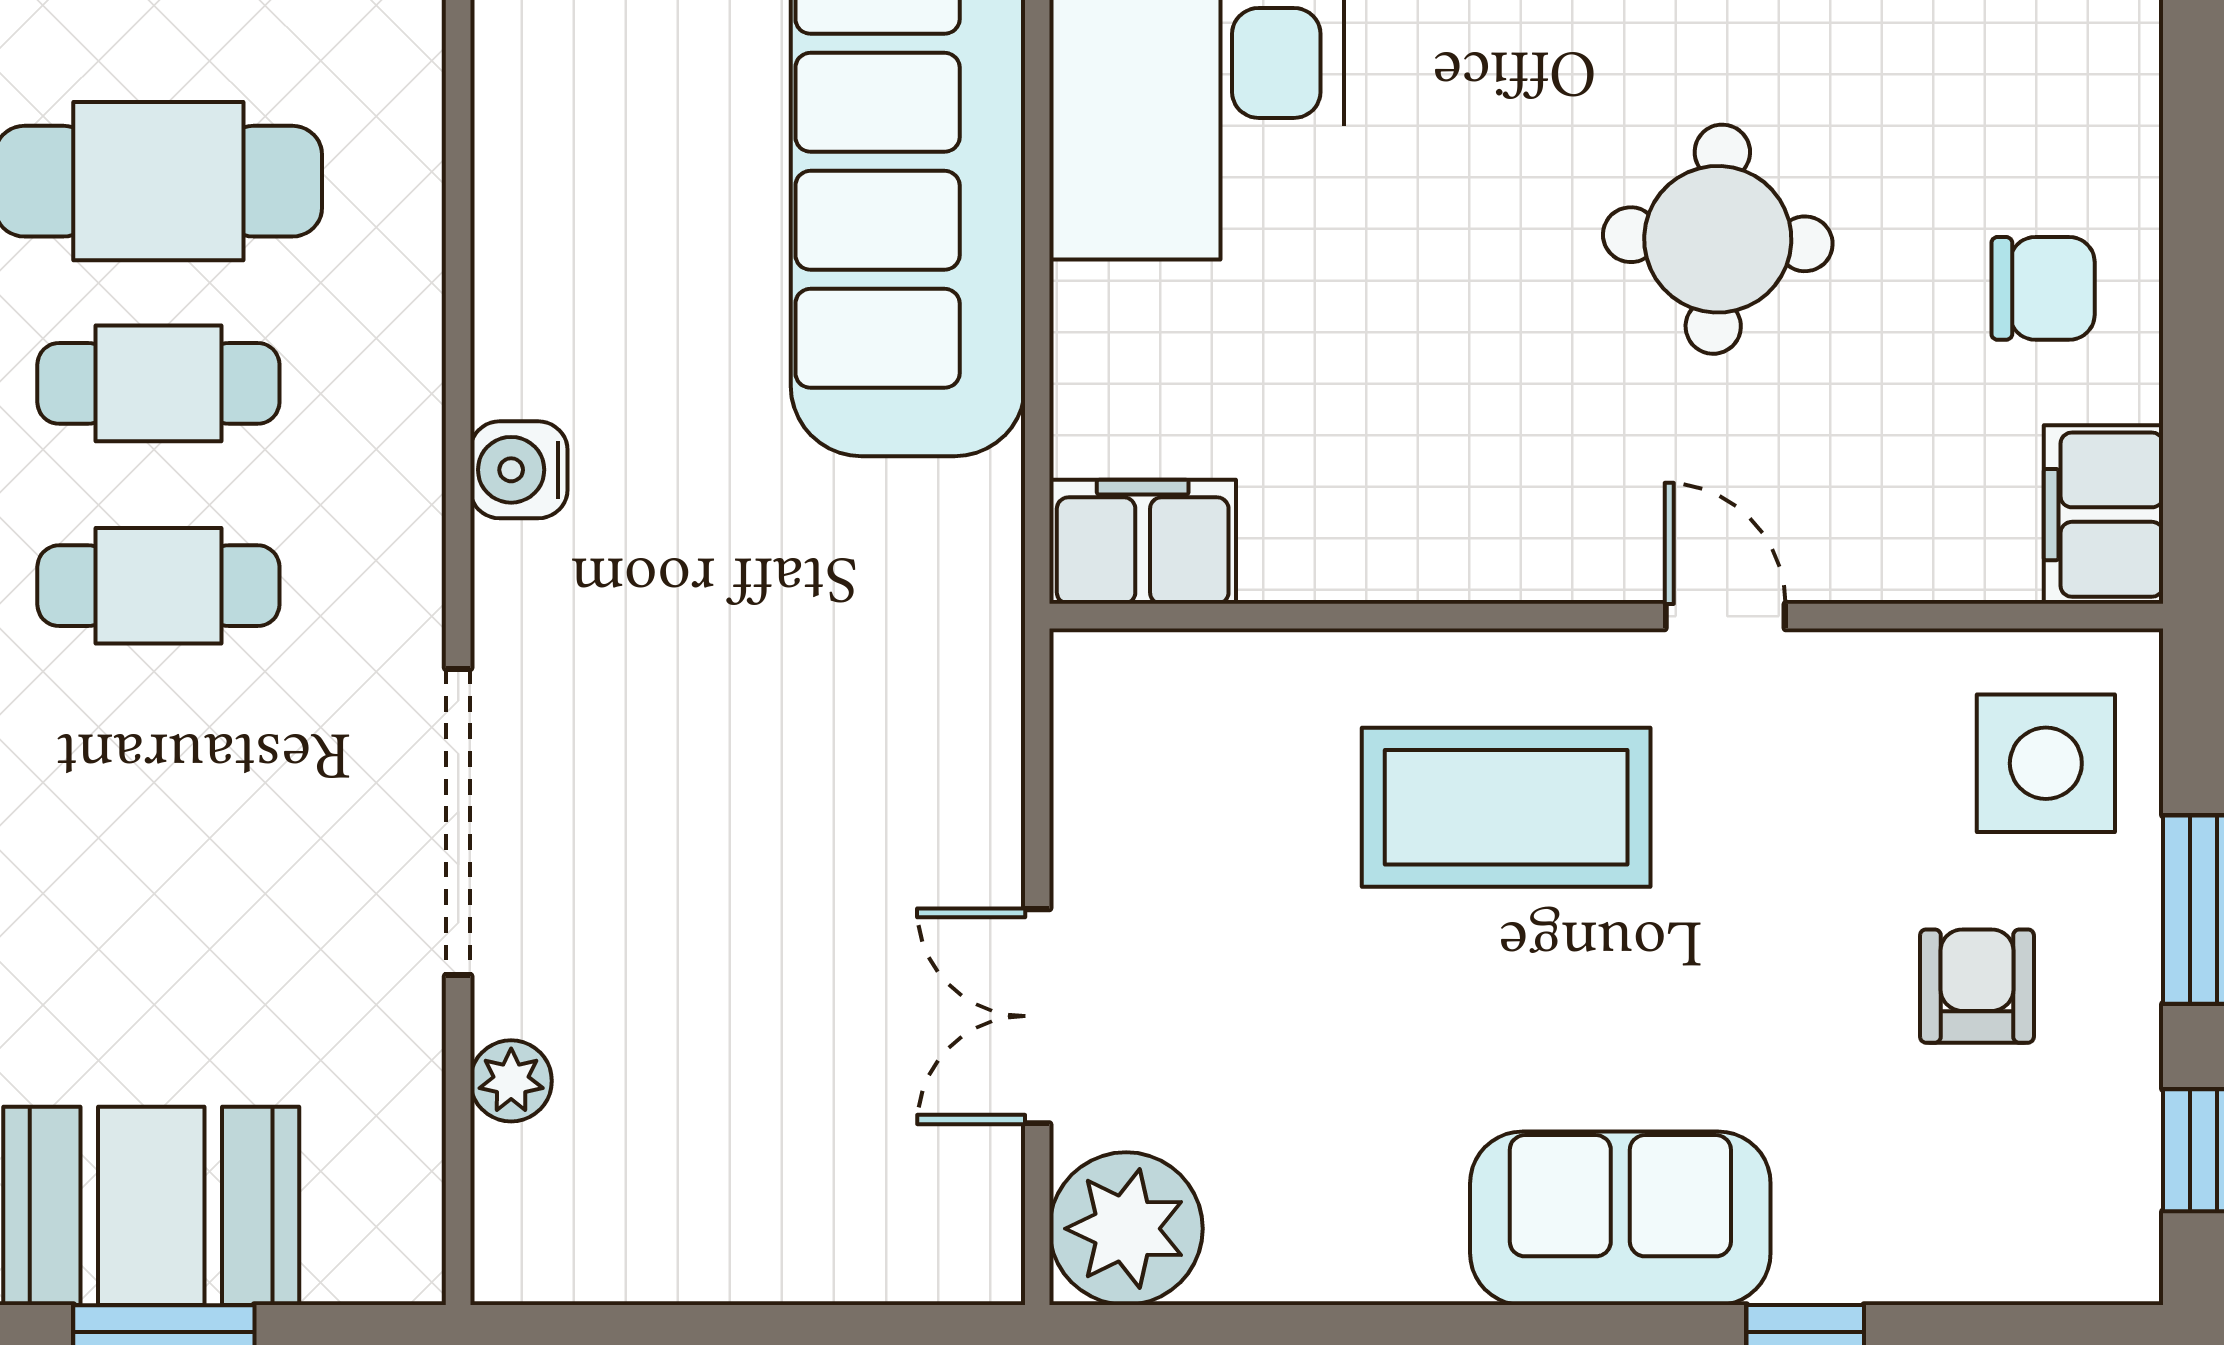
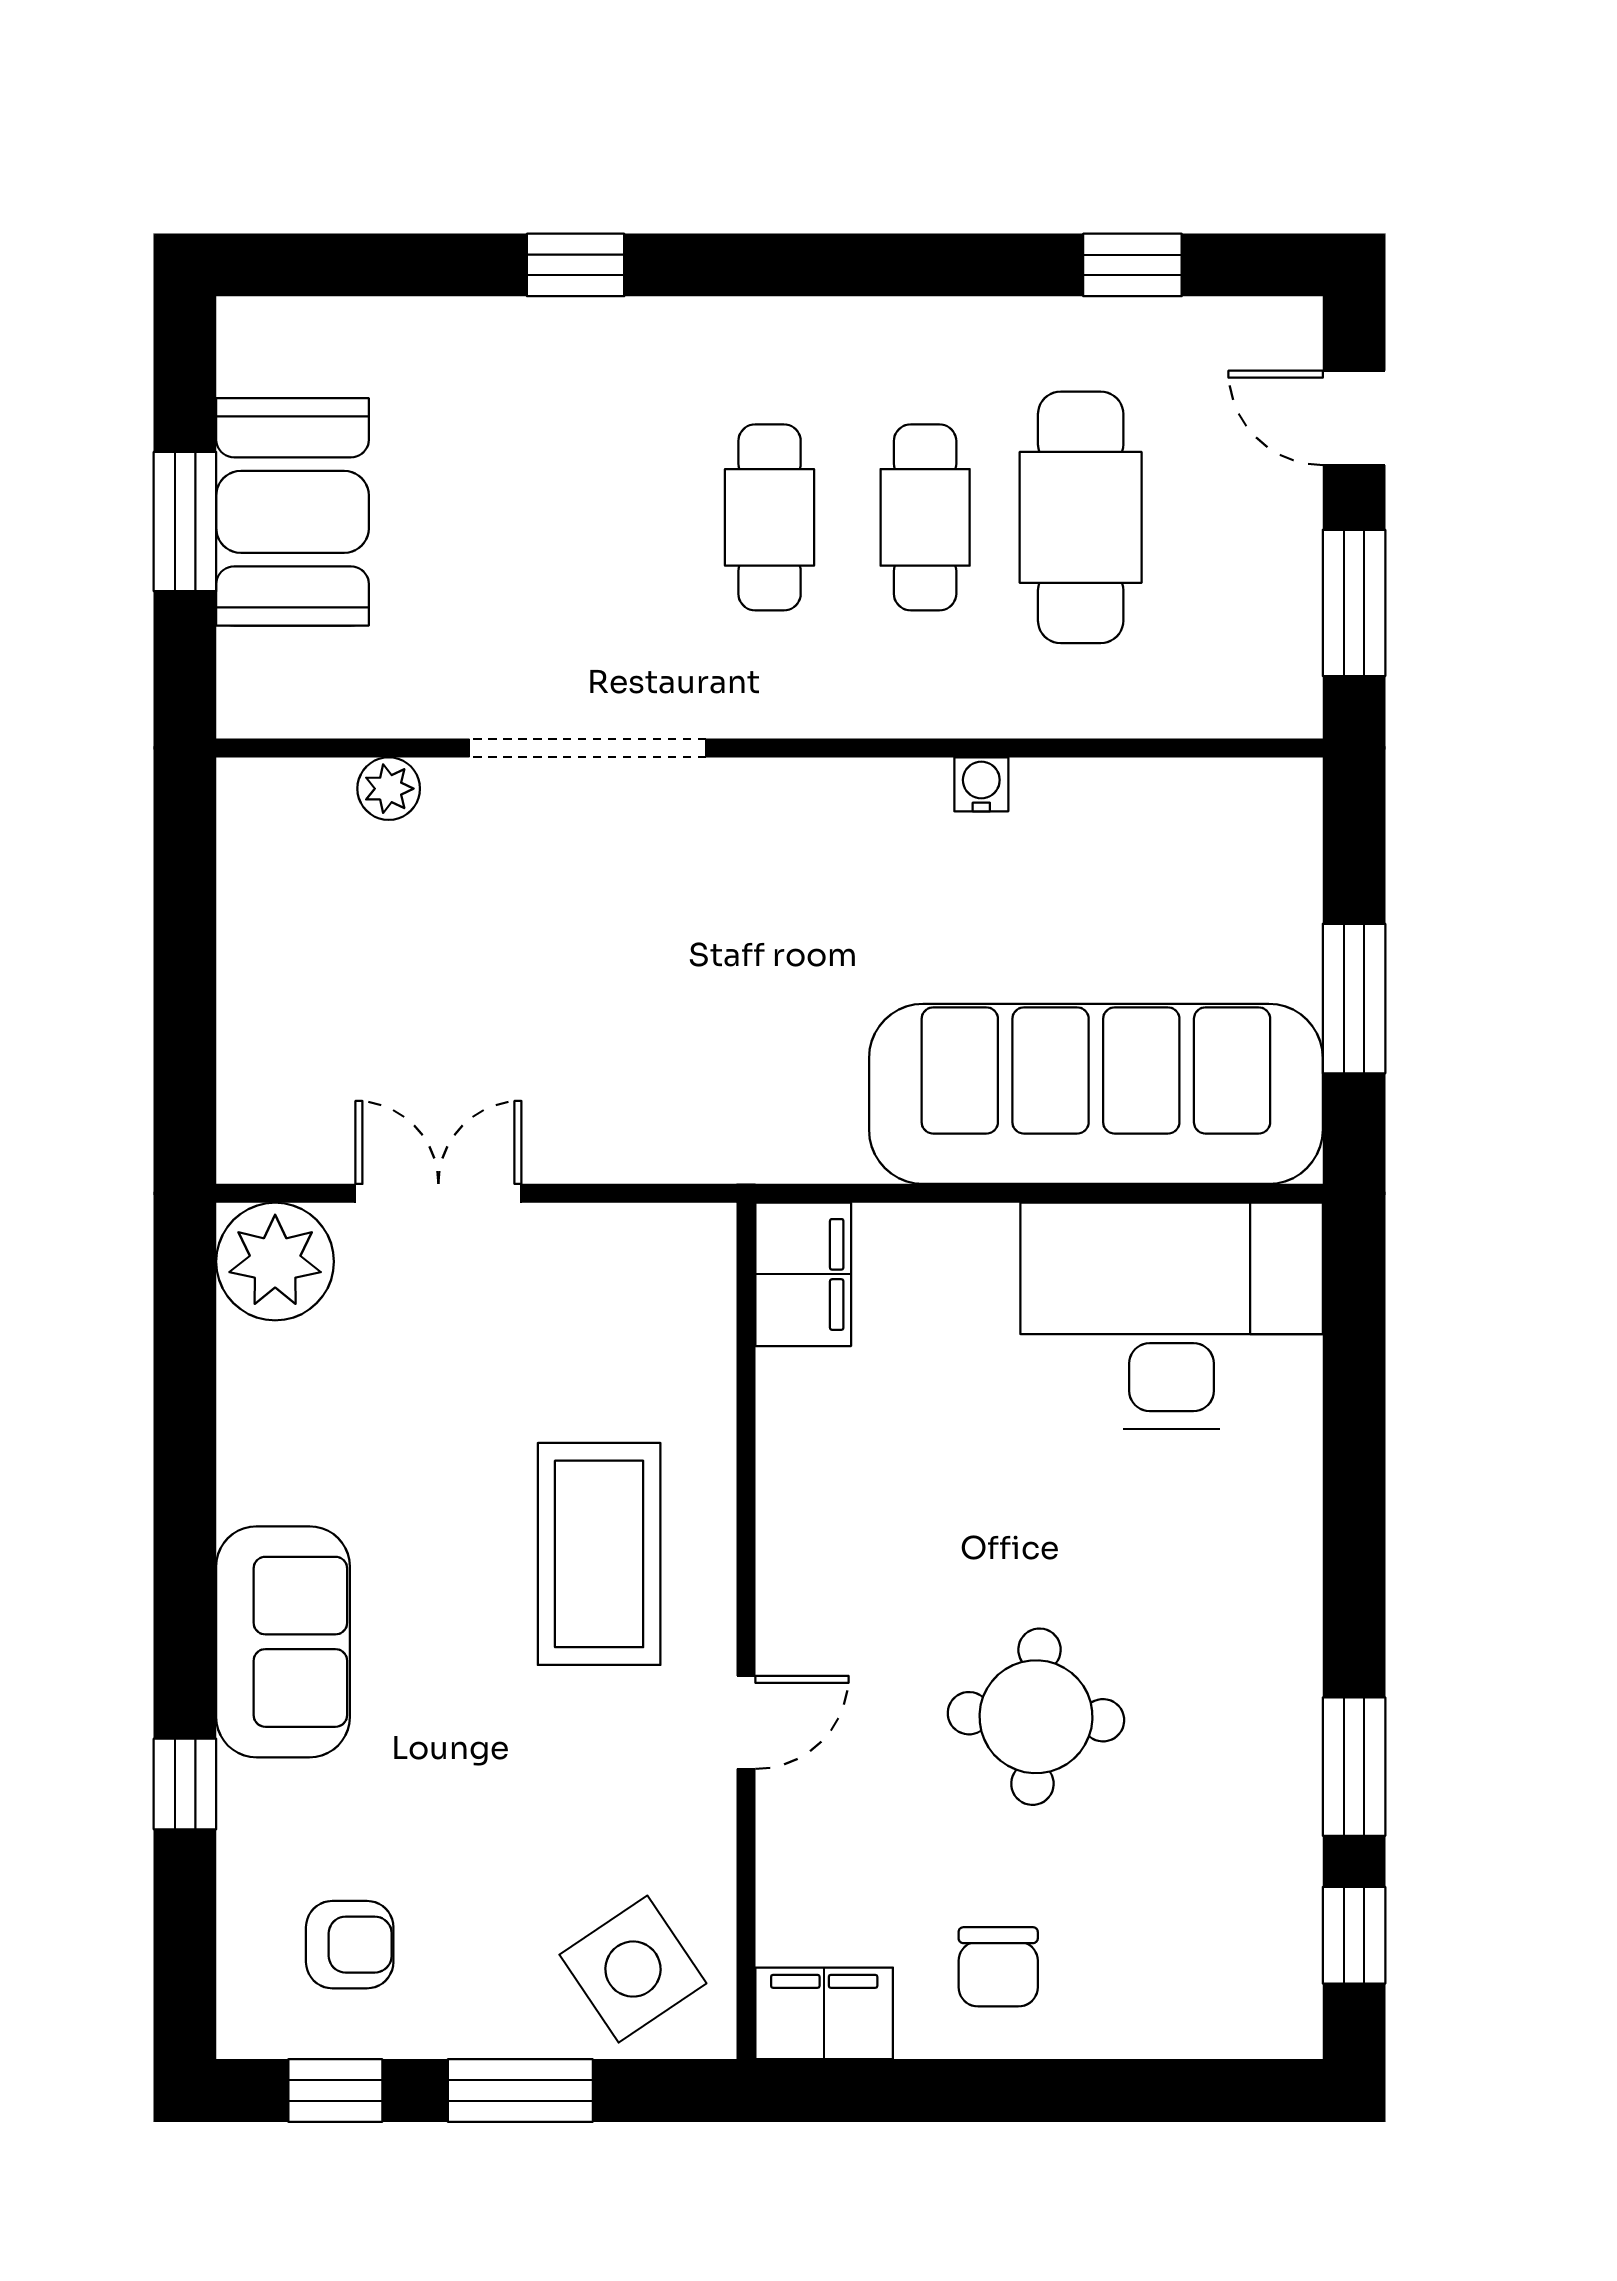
water cooler: (519, 470) -> (981, 784), moved, width x0.72, depth x0.72
side table: (2046, 763) -> (633, 1969), turned -34
armchair: (1977, 986) -> (350, 1945), moved

